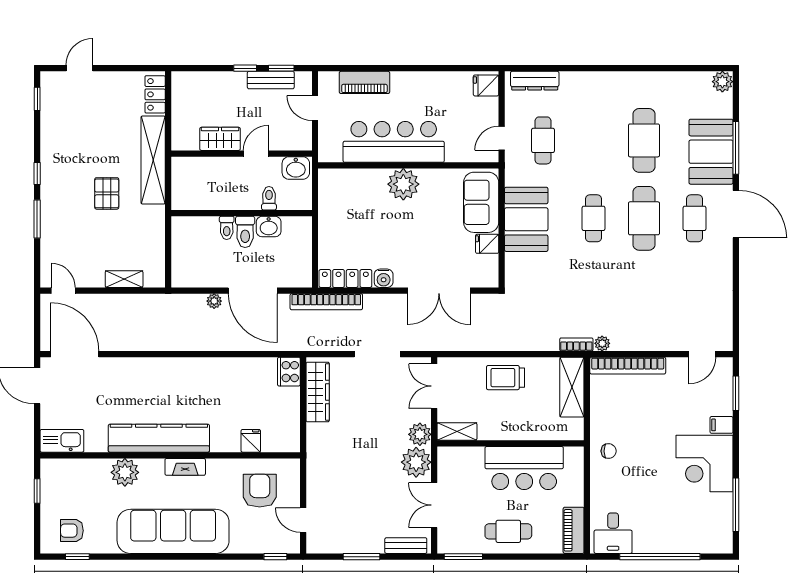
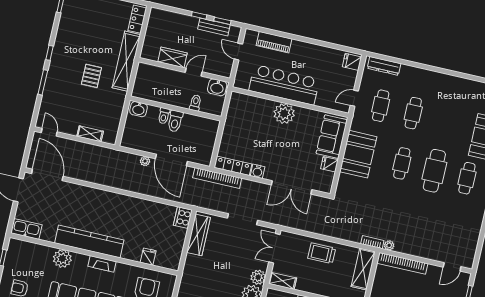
cafe table: (644, 140) -> (413, 113), moved, width x0.73, depth x0.74
washbasin: (269, 227) -> (139, 109), moved

